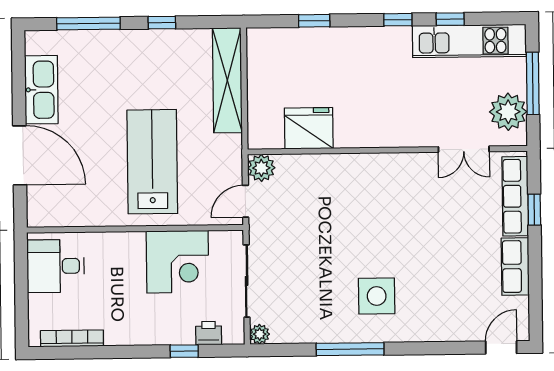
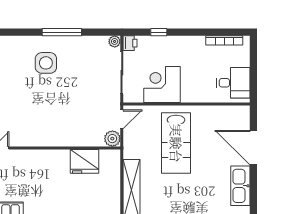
printer: (209, 333) -> (130, 43), moved, turned -90

